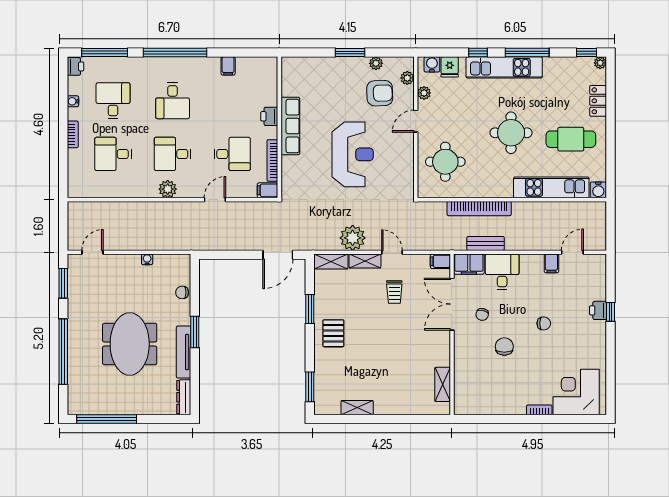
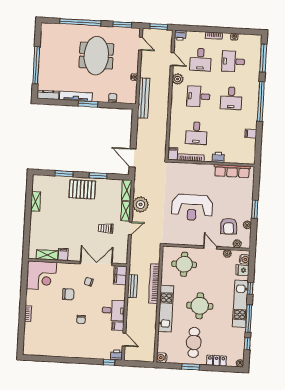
window: (587, 53) -> (247, 344), moved
printer: (75, 66) -> (180, 35), moved
desk: (113, 101) -> (233, 61), turned 180
desk: (173, 101) -> (231, 98), turned -90
row of seats: (290, 126) -> (232, 171), moved
window: (610, 142) -> (191, 367), added
desk: (113, 154) -> (200, 60), turned 180
desk: (173, 154) -> (198, 96), turned -90
kitchen unit: (551, 187) -> (166, 309), moved
plant: (168, 189) -> (178, 79), moved
door: (215, 200) -> (172, 59), moved
window: (63, 225) -> (159, 27), added
bench: (180, 242) -> (144, 98), added
filing cabinet: (440, 261) -> (63, 254), moved
desk: (502, 272) -> (114, 310), moved
printer: (598, 310) -> (116, 355), moved
window: (610, 312) -> (109, 362), moved
pallet: (333, 333) -> (82, 189), width x1.50, depth x1.42
meeting table: (130, 344) -> (96, 56), moved, turned 90
window: (310, 387) -> (64, 174), moved
corner desk: (576, 392) -> (42, 276), moved, turned 90
window: (107, 419) -> (36, 65), moved

